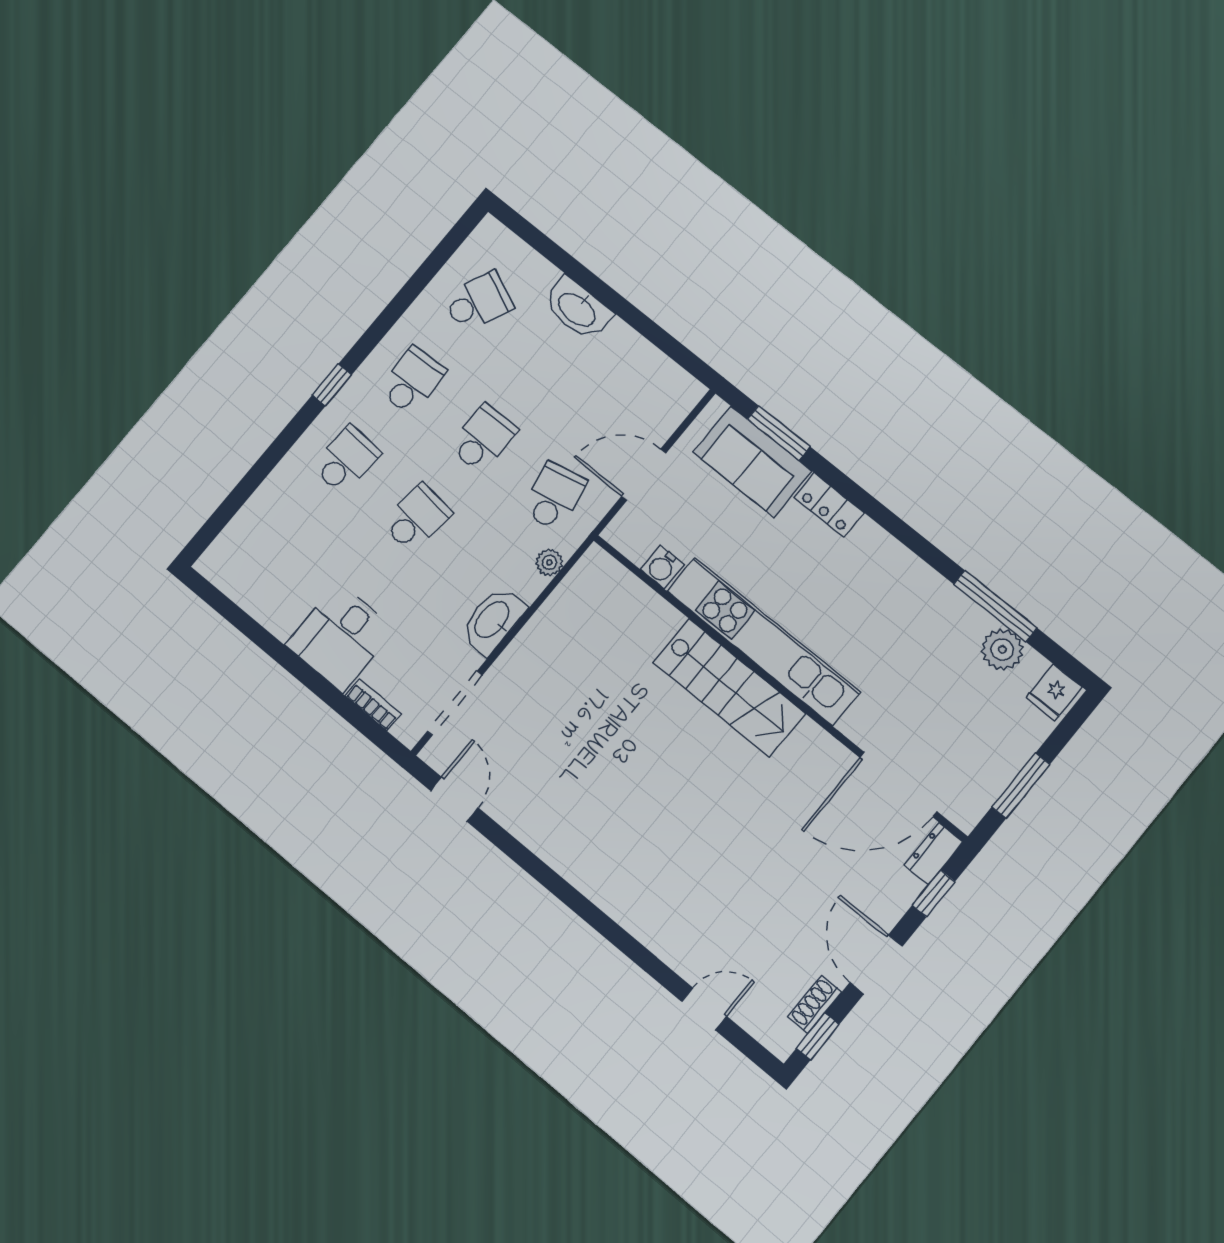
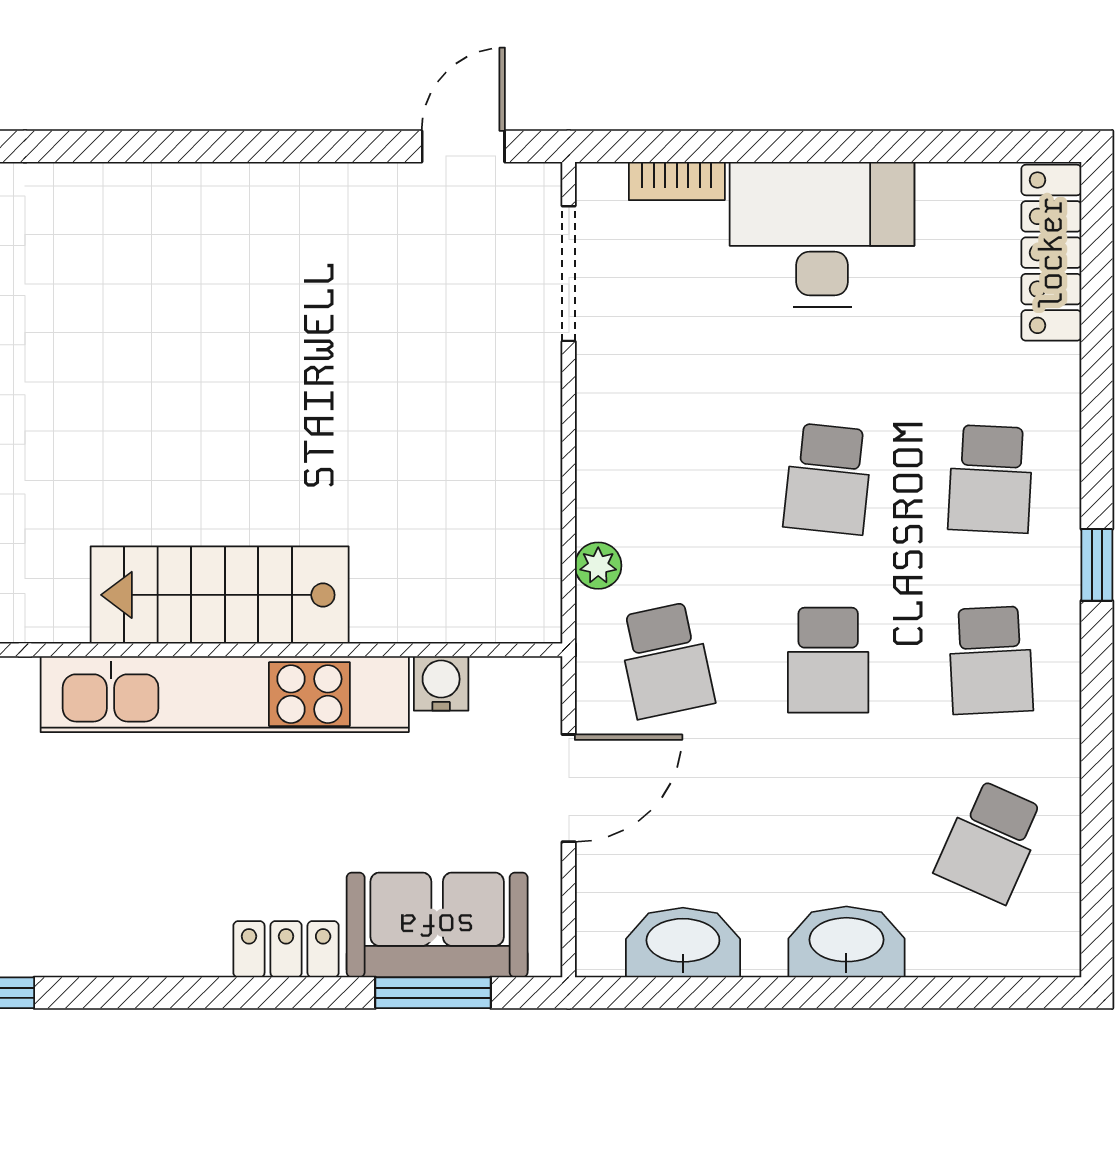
locker: (237, 537) -> (1051, 253), added
washbasin: (493, 620) -> (683, 942), moved, turned -90
desk: (340, 637) -> (822, 234), width x1.37
door: (454, 799) -> (463, 146), swing flipped

